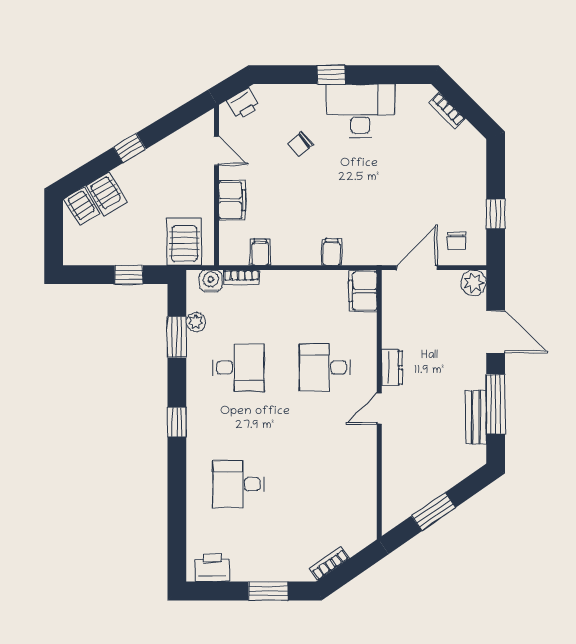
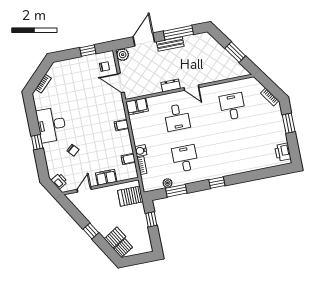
water cooler: (211, 281) -> (141, 151), moved
bench: (476, 417) -> (170, 44), moved
desk: (238, 484) -> (232, 106), moved, turned 180

